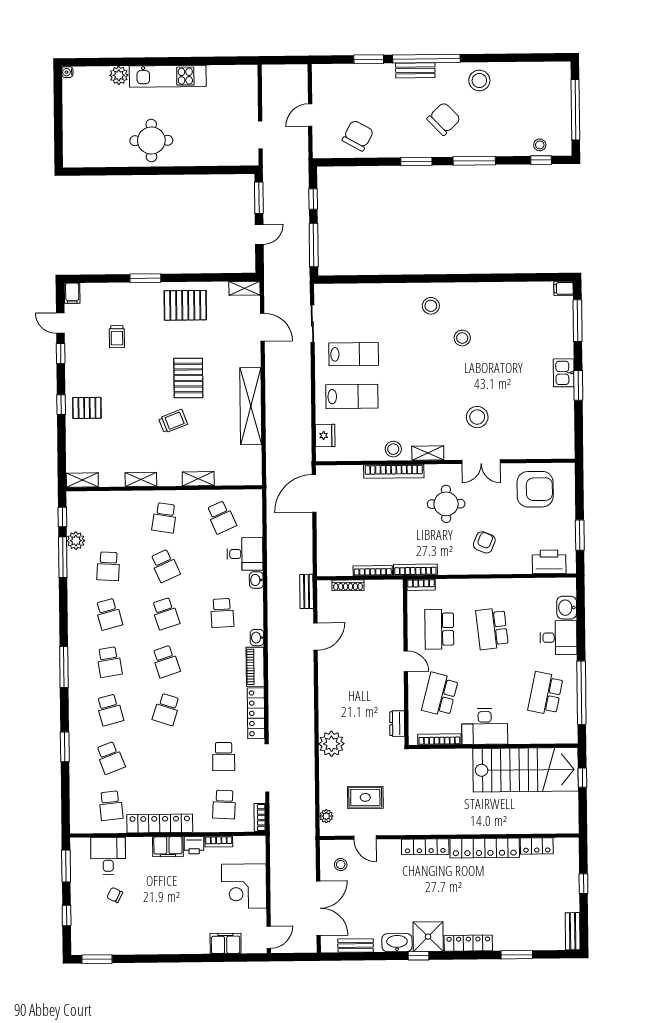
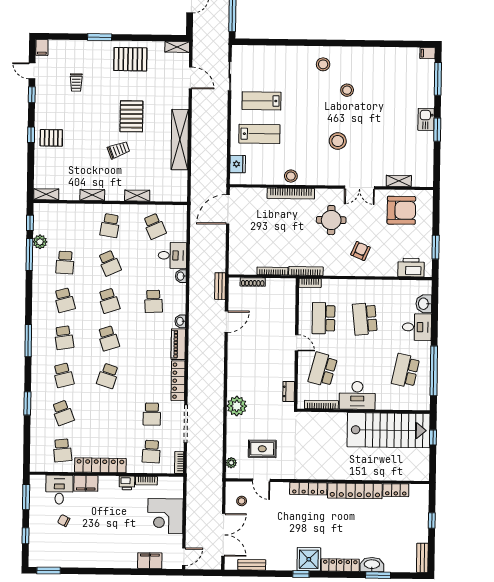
lab bench: (354, 354) -> (262, 101), turned 180
stool: (477, 417) -> (338, 141), moved
shelving: (428, 453) -> (399, 181), moved
filing cabinet: (168, 847) -> (86, 483), moved
washbasin: (397, 943) -> (372, 565), moved

